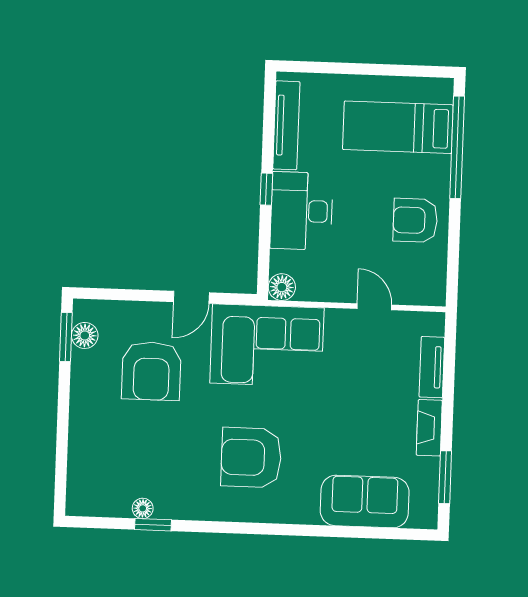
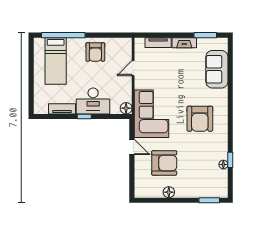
tv unit: (286, 125) -> (62, 109), width x0.71
floor lamp: (85, 335) -> (169, 192), moved
window: (66, 337) -> (209, 200), moved

